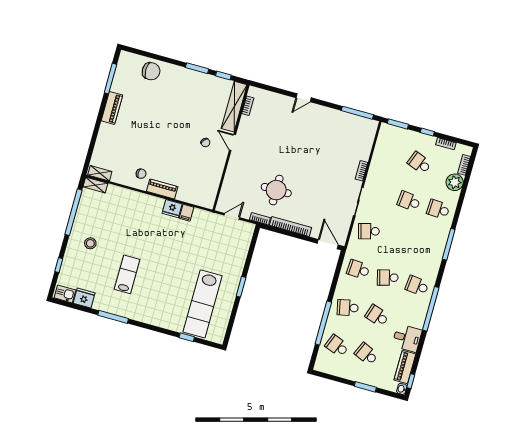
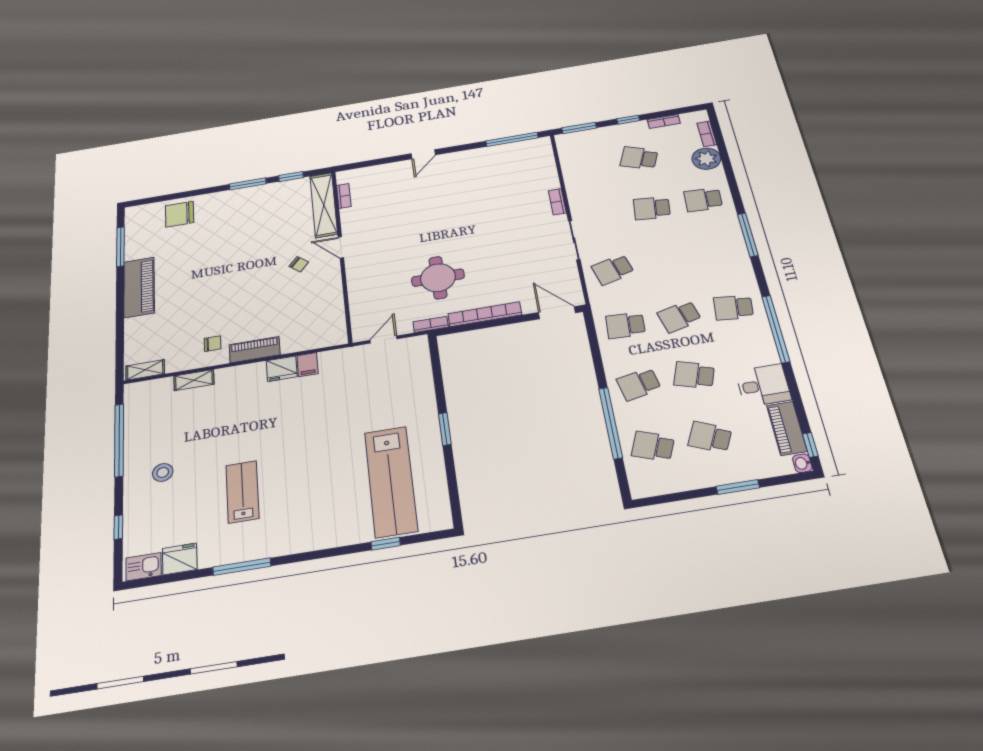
chair: (151, 71) -> (180, 214), turned 180
piano: (112, 108) -> (139, 287), width x1.37, depth x1.33
shelving: (95, 185) -> (194, 380), moved

